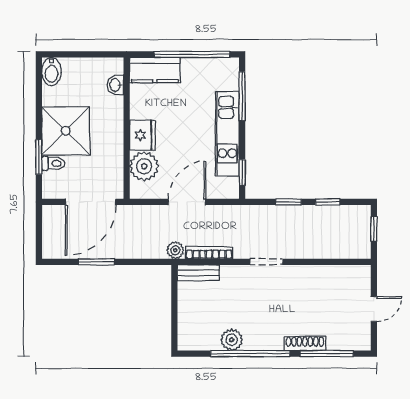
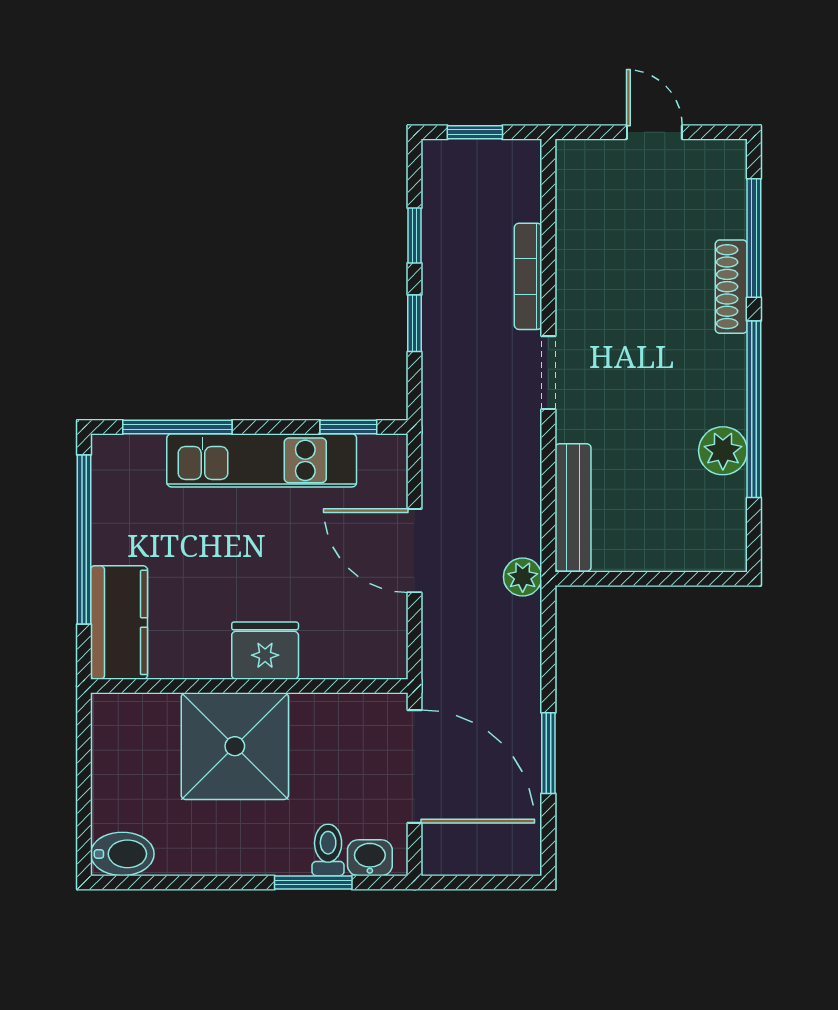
washbasin: (115, 85) -> (370, 858), moved, turned 180
shower: (66, 131) -> (235, 746), moved
plant: (144, 166) -> (334, 647), removed
bookcase: (209, 253) -> (528, 276), moved
bench: (199, 273) -> (573, 508), width x1.36

